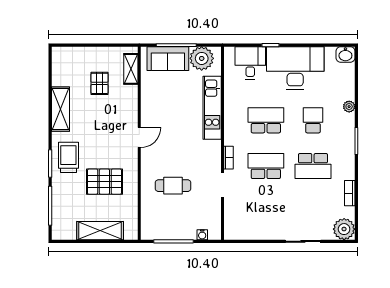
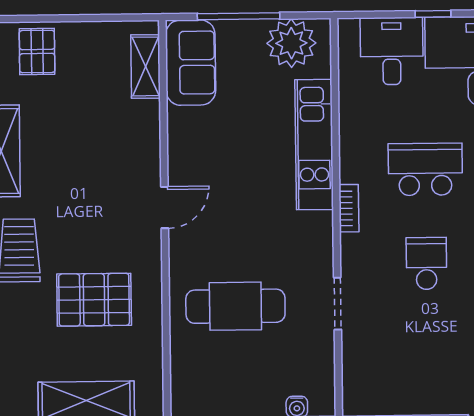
sofa: (168, 59) -> (191, 63), moved, turned -90
pallet: (100, 83) -> (37, 51), moved
bookcase: (229, 158) -> (349, 208), moved
school desk: (266, 166) -> (426, 263), width x0.54
cafe table: (173, 186) -> (235, 306), width x1.37, depth x1.35

